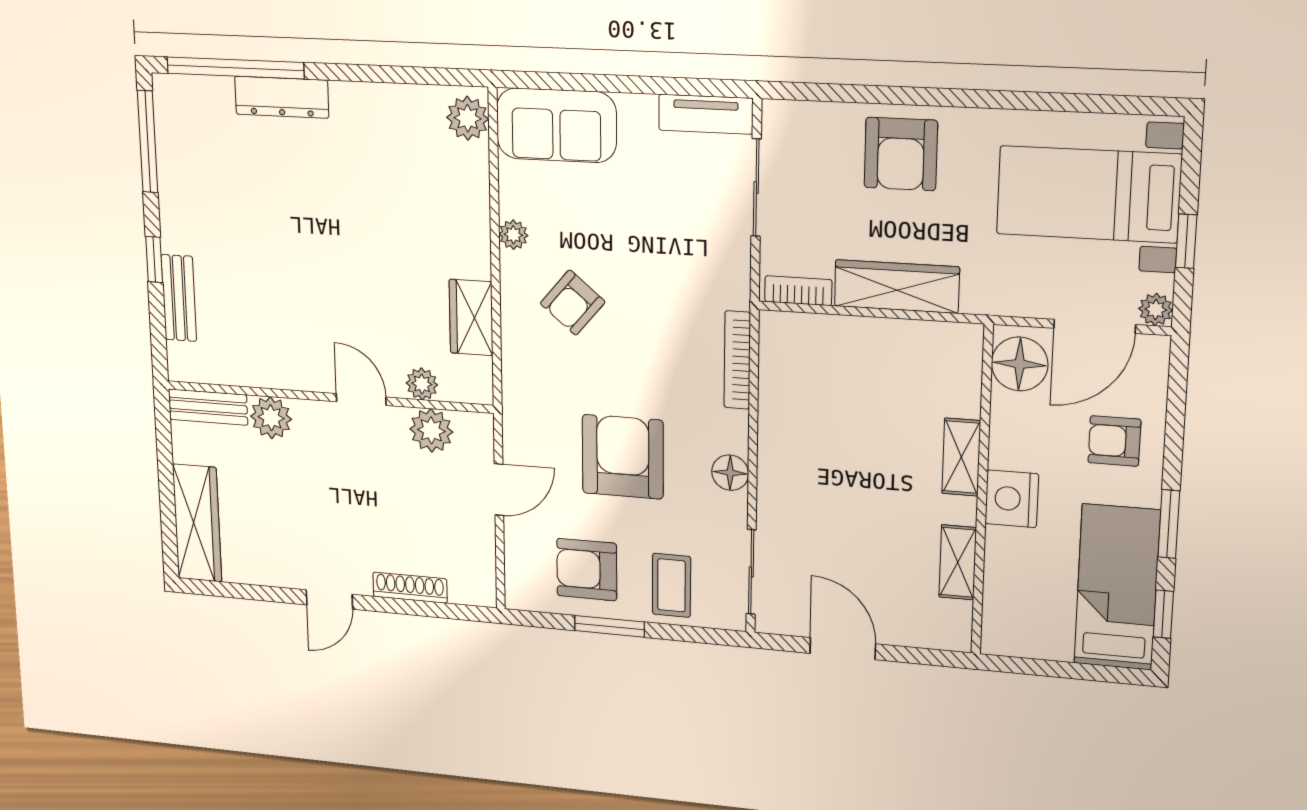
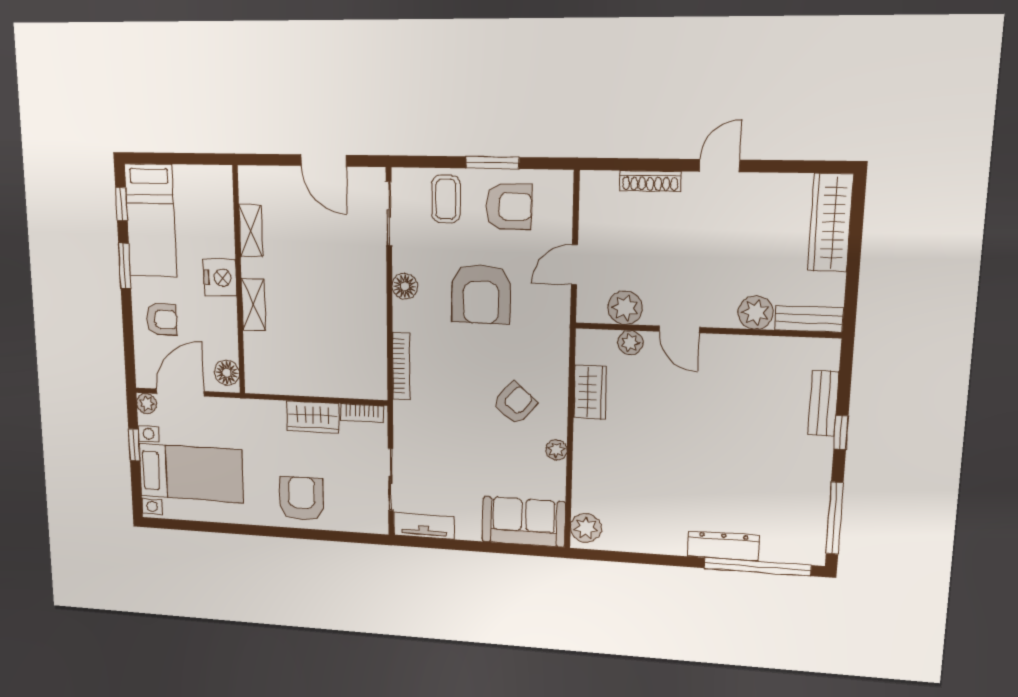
wardrobe: (897, 287) -> (313, 417), width x0.67
floor lamp: (1020, 364) -> (227, 373), width x0.73, depth x0.73

